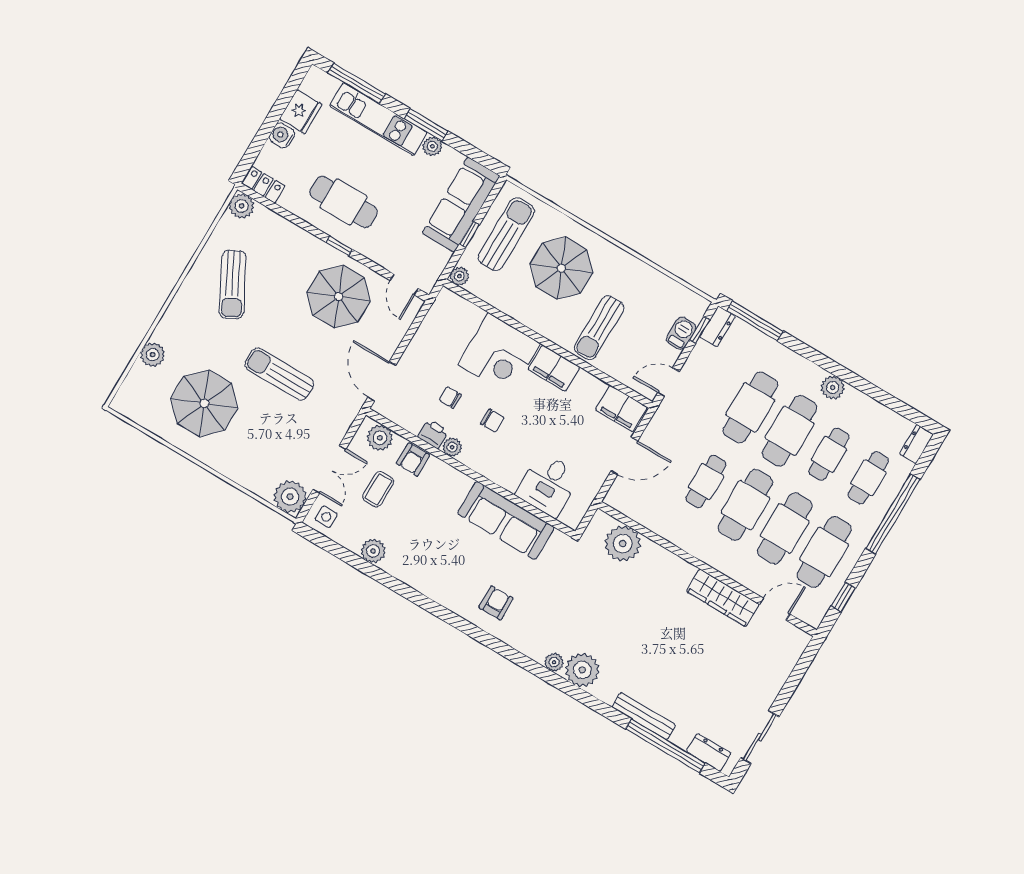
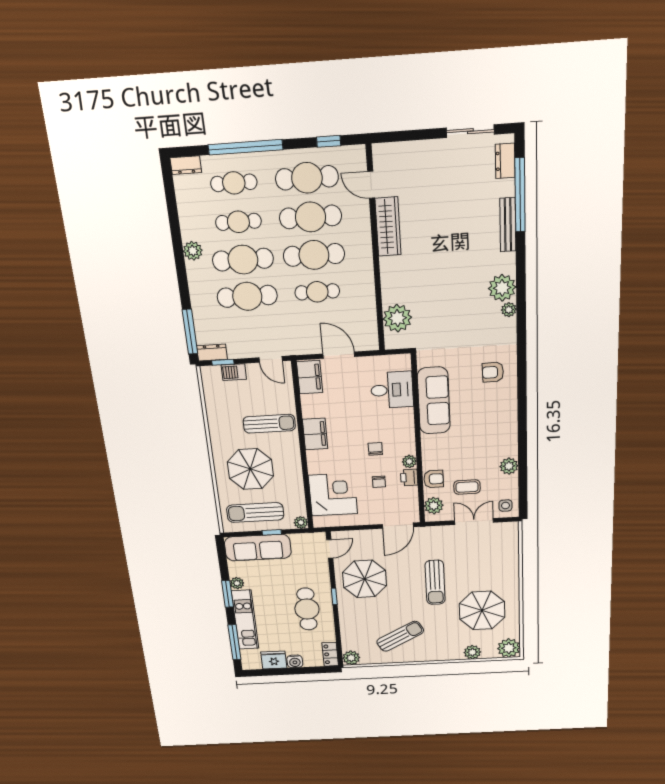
corner desk: (499, 354) -> (333, 495), moved
plant: (290, 497) -> (509, 648), moved

